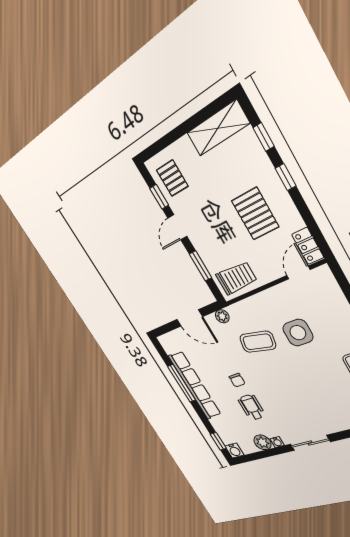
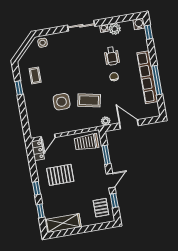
pallet: (255, 214) -> (60, 175), turned 90

